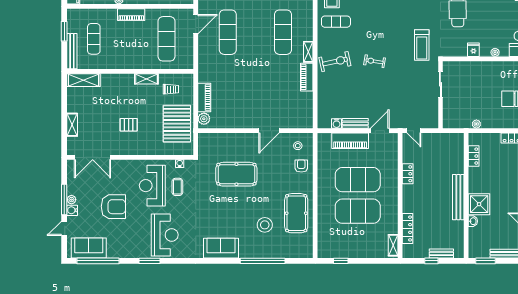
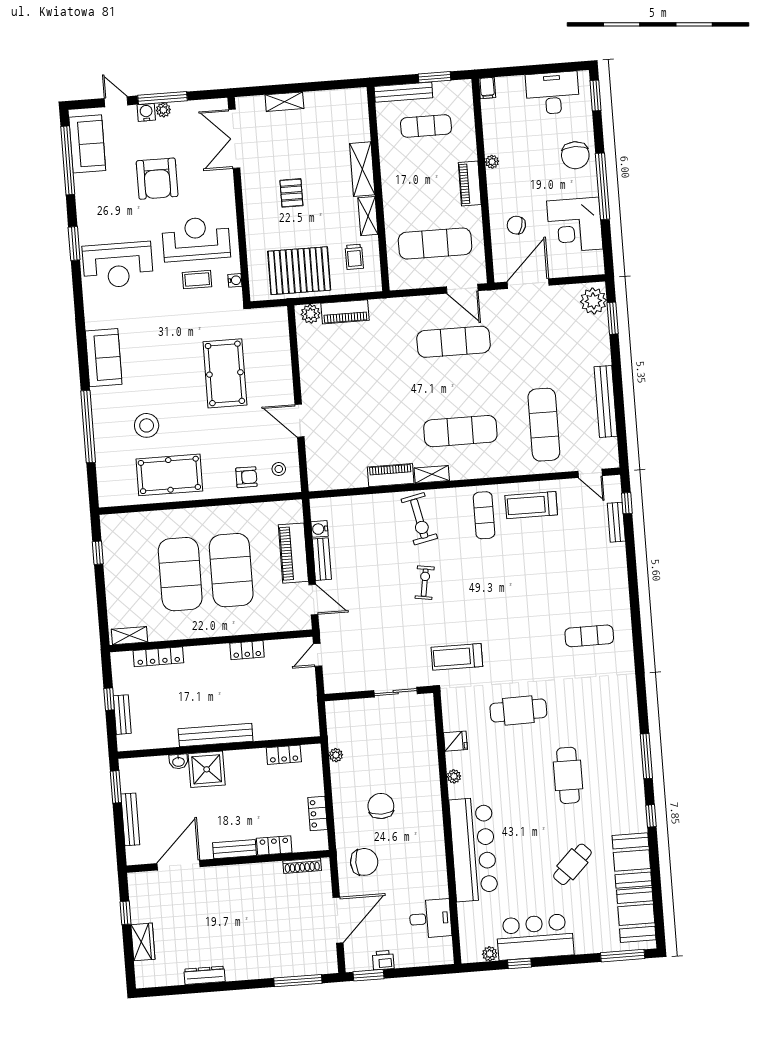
shelving: (83, 80) -> (362, 169), moved

